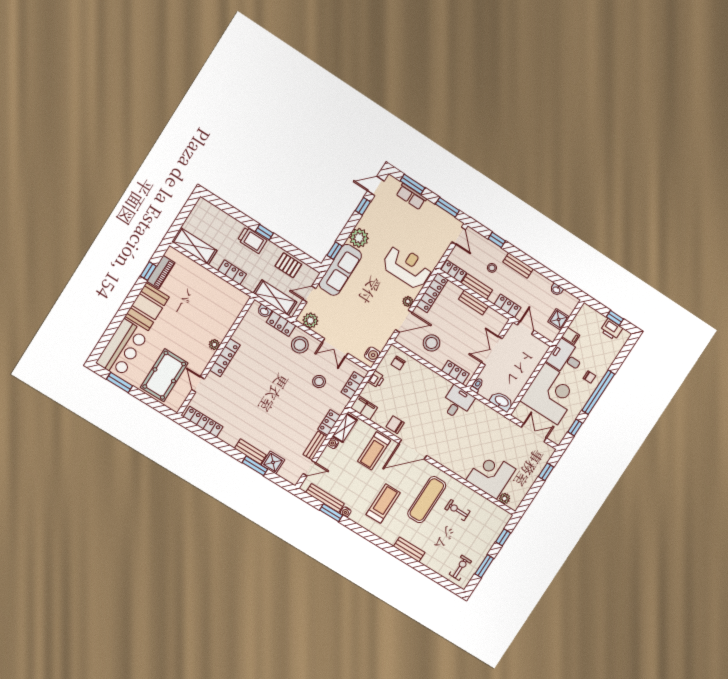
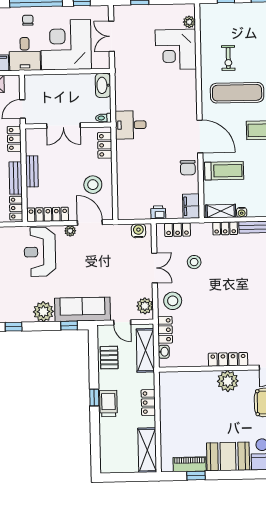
plant: (214, 345) -> (228, 381), width x1.87, depth x1.87
chair: (398, 363) -> (131, 202), removed

